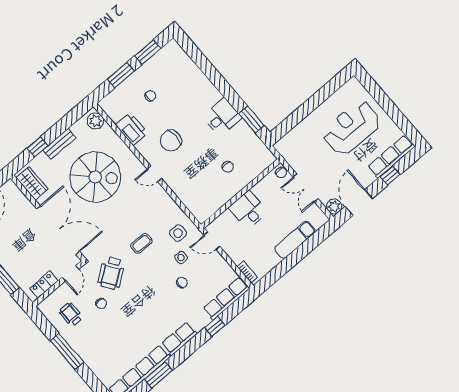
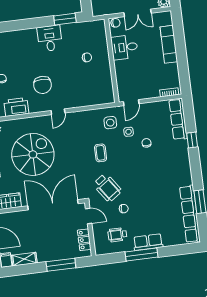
desk: (248, 210) -> (124, 47), moved
row of seats: (179, 339) -> (148, 242), moved, turned 90

